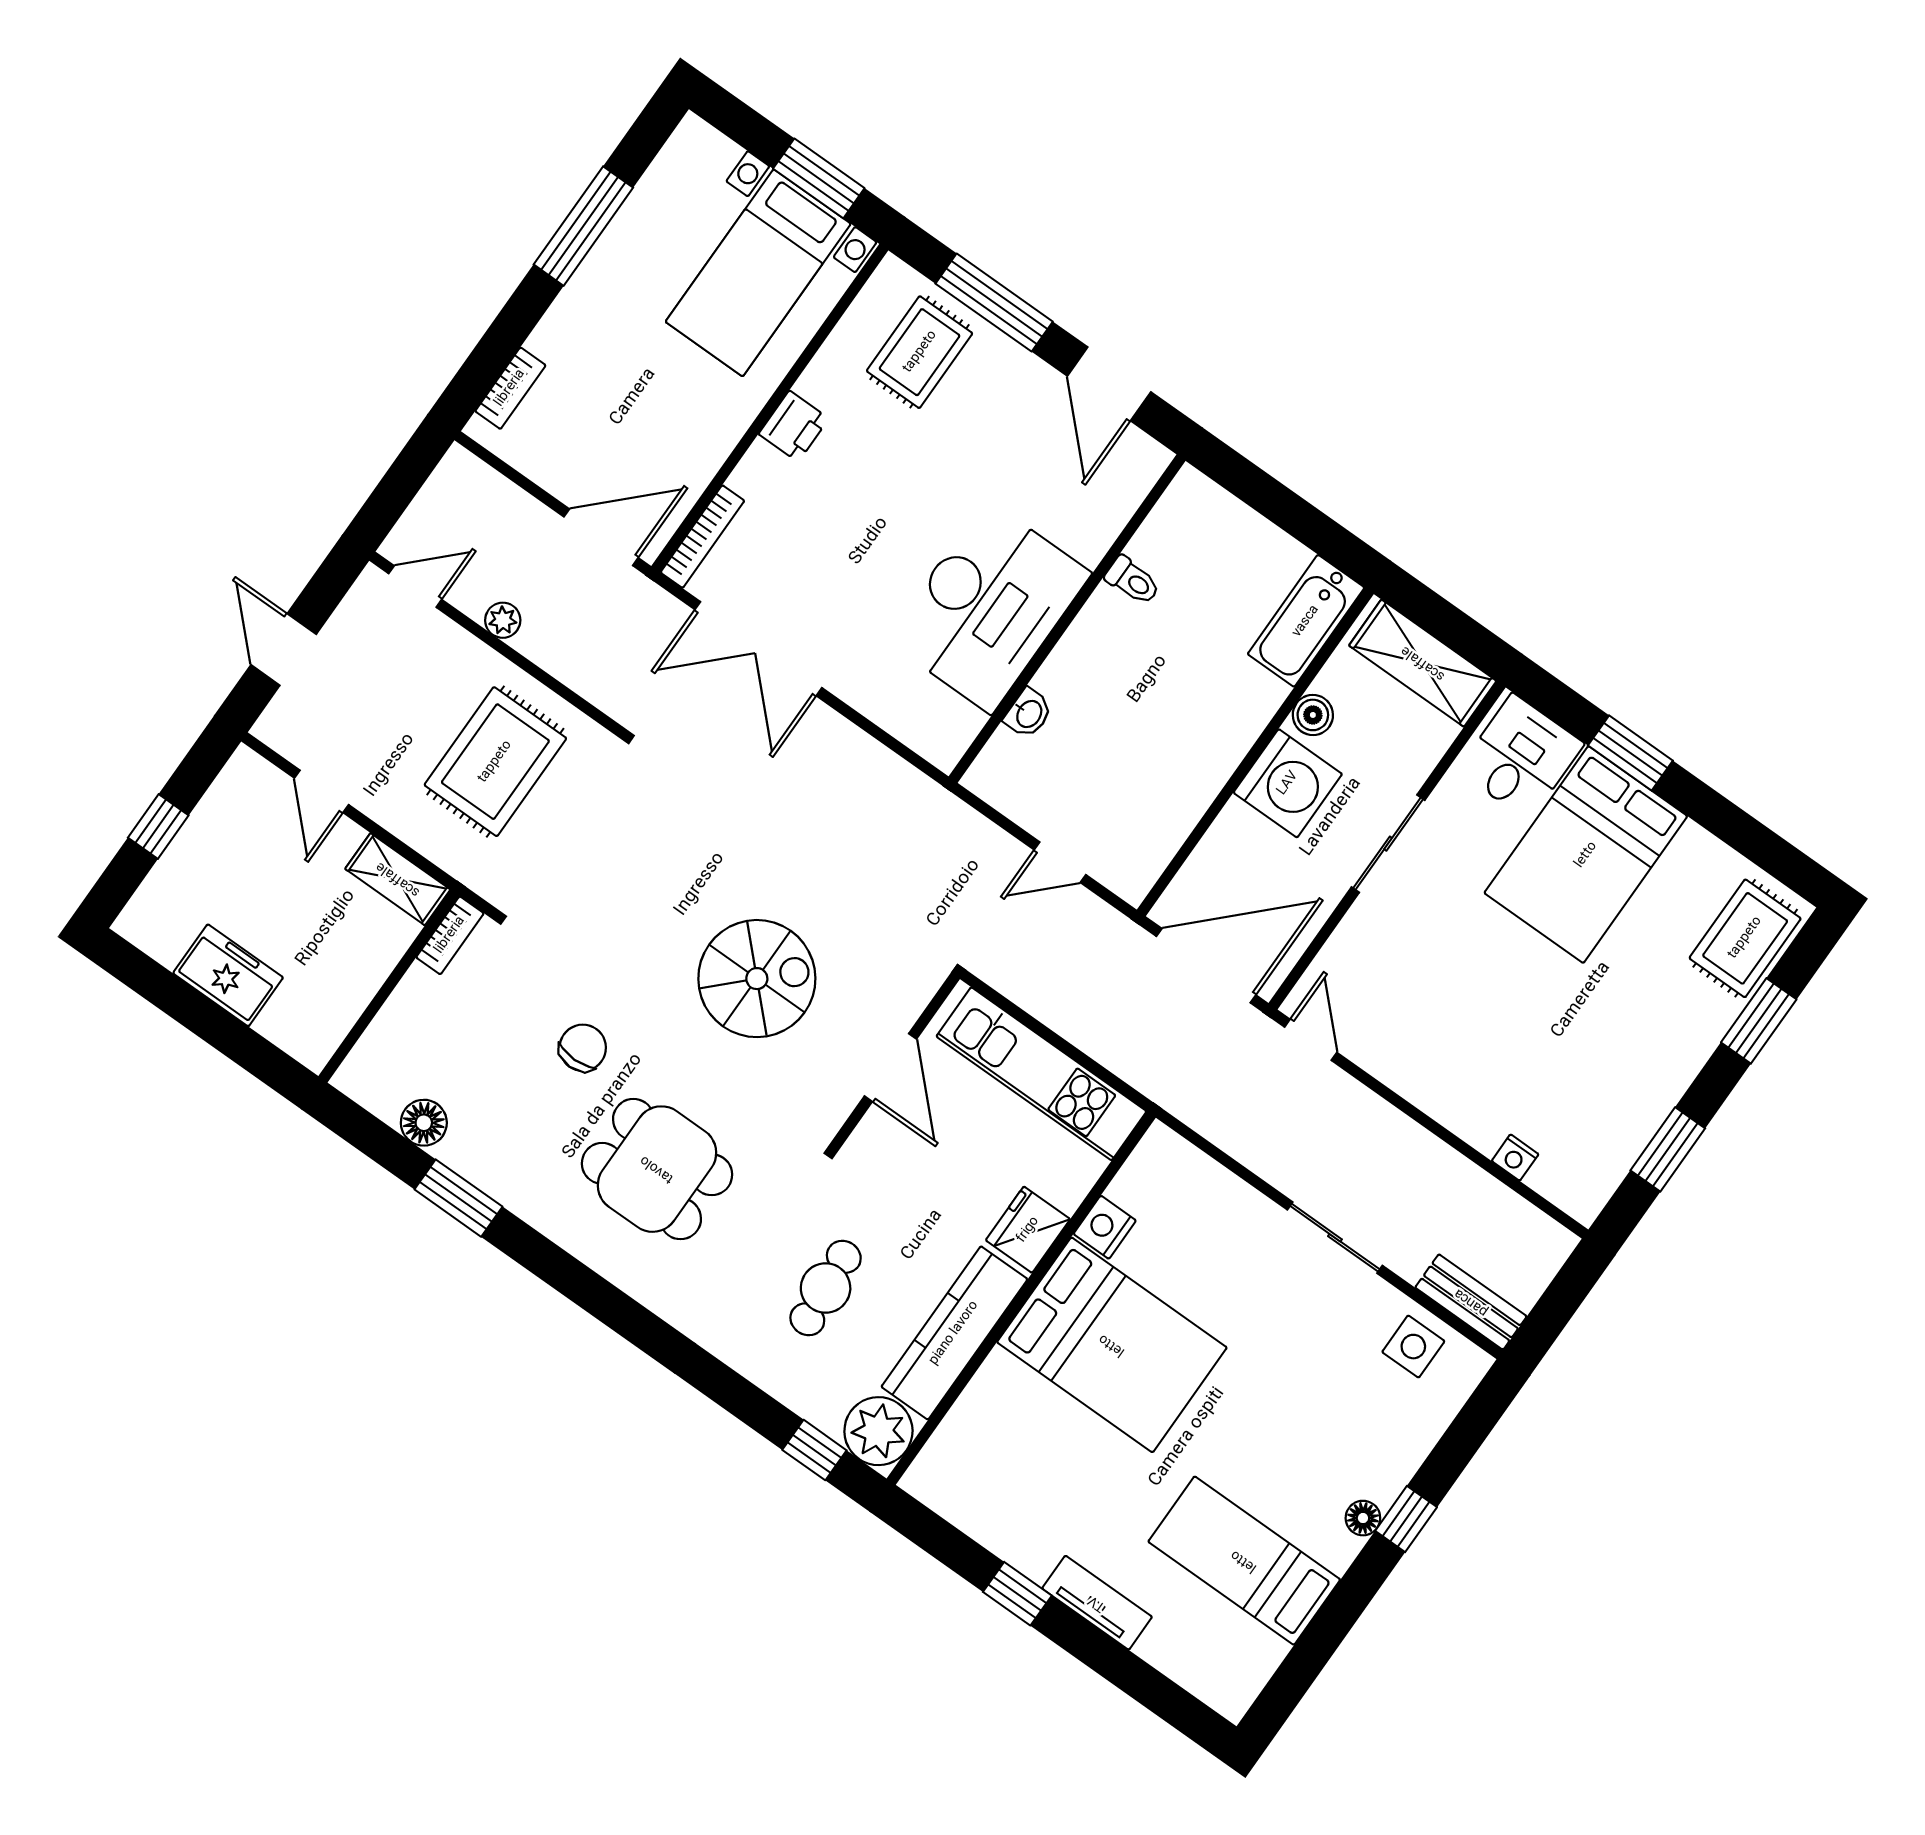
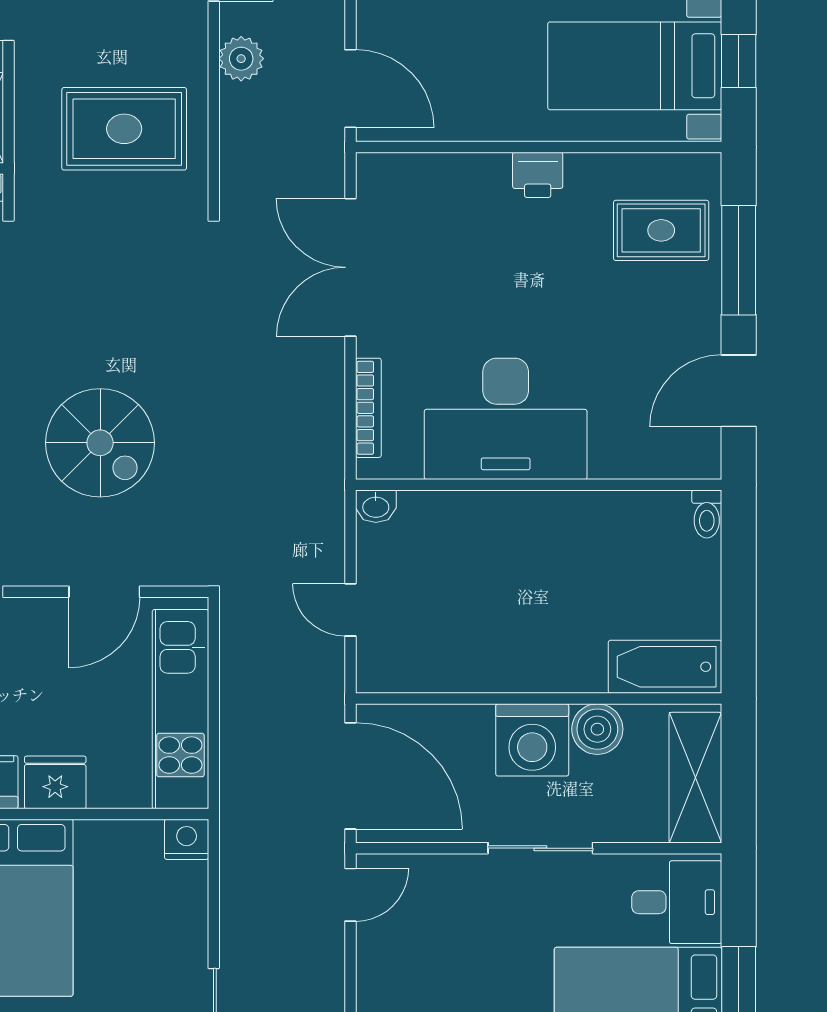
window: (819, 178) -> (739, 61), width x0.67
bookcase: (702, 537) -> (368, 408), moved, turned -90
toilet: (1133, 581) -> (707, 514), moved
plant: (503, 620) -> (241, 59), width x1.38, depth x1.38
washbasin: (1028, 713) -> (376, 506), moved
boiler: (1313, 715) -> (597, 729), width x1.36, depth x1.36
nightstand: (1105, 1227) -> (187, 839), moved

